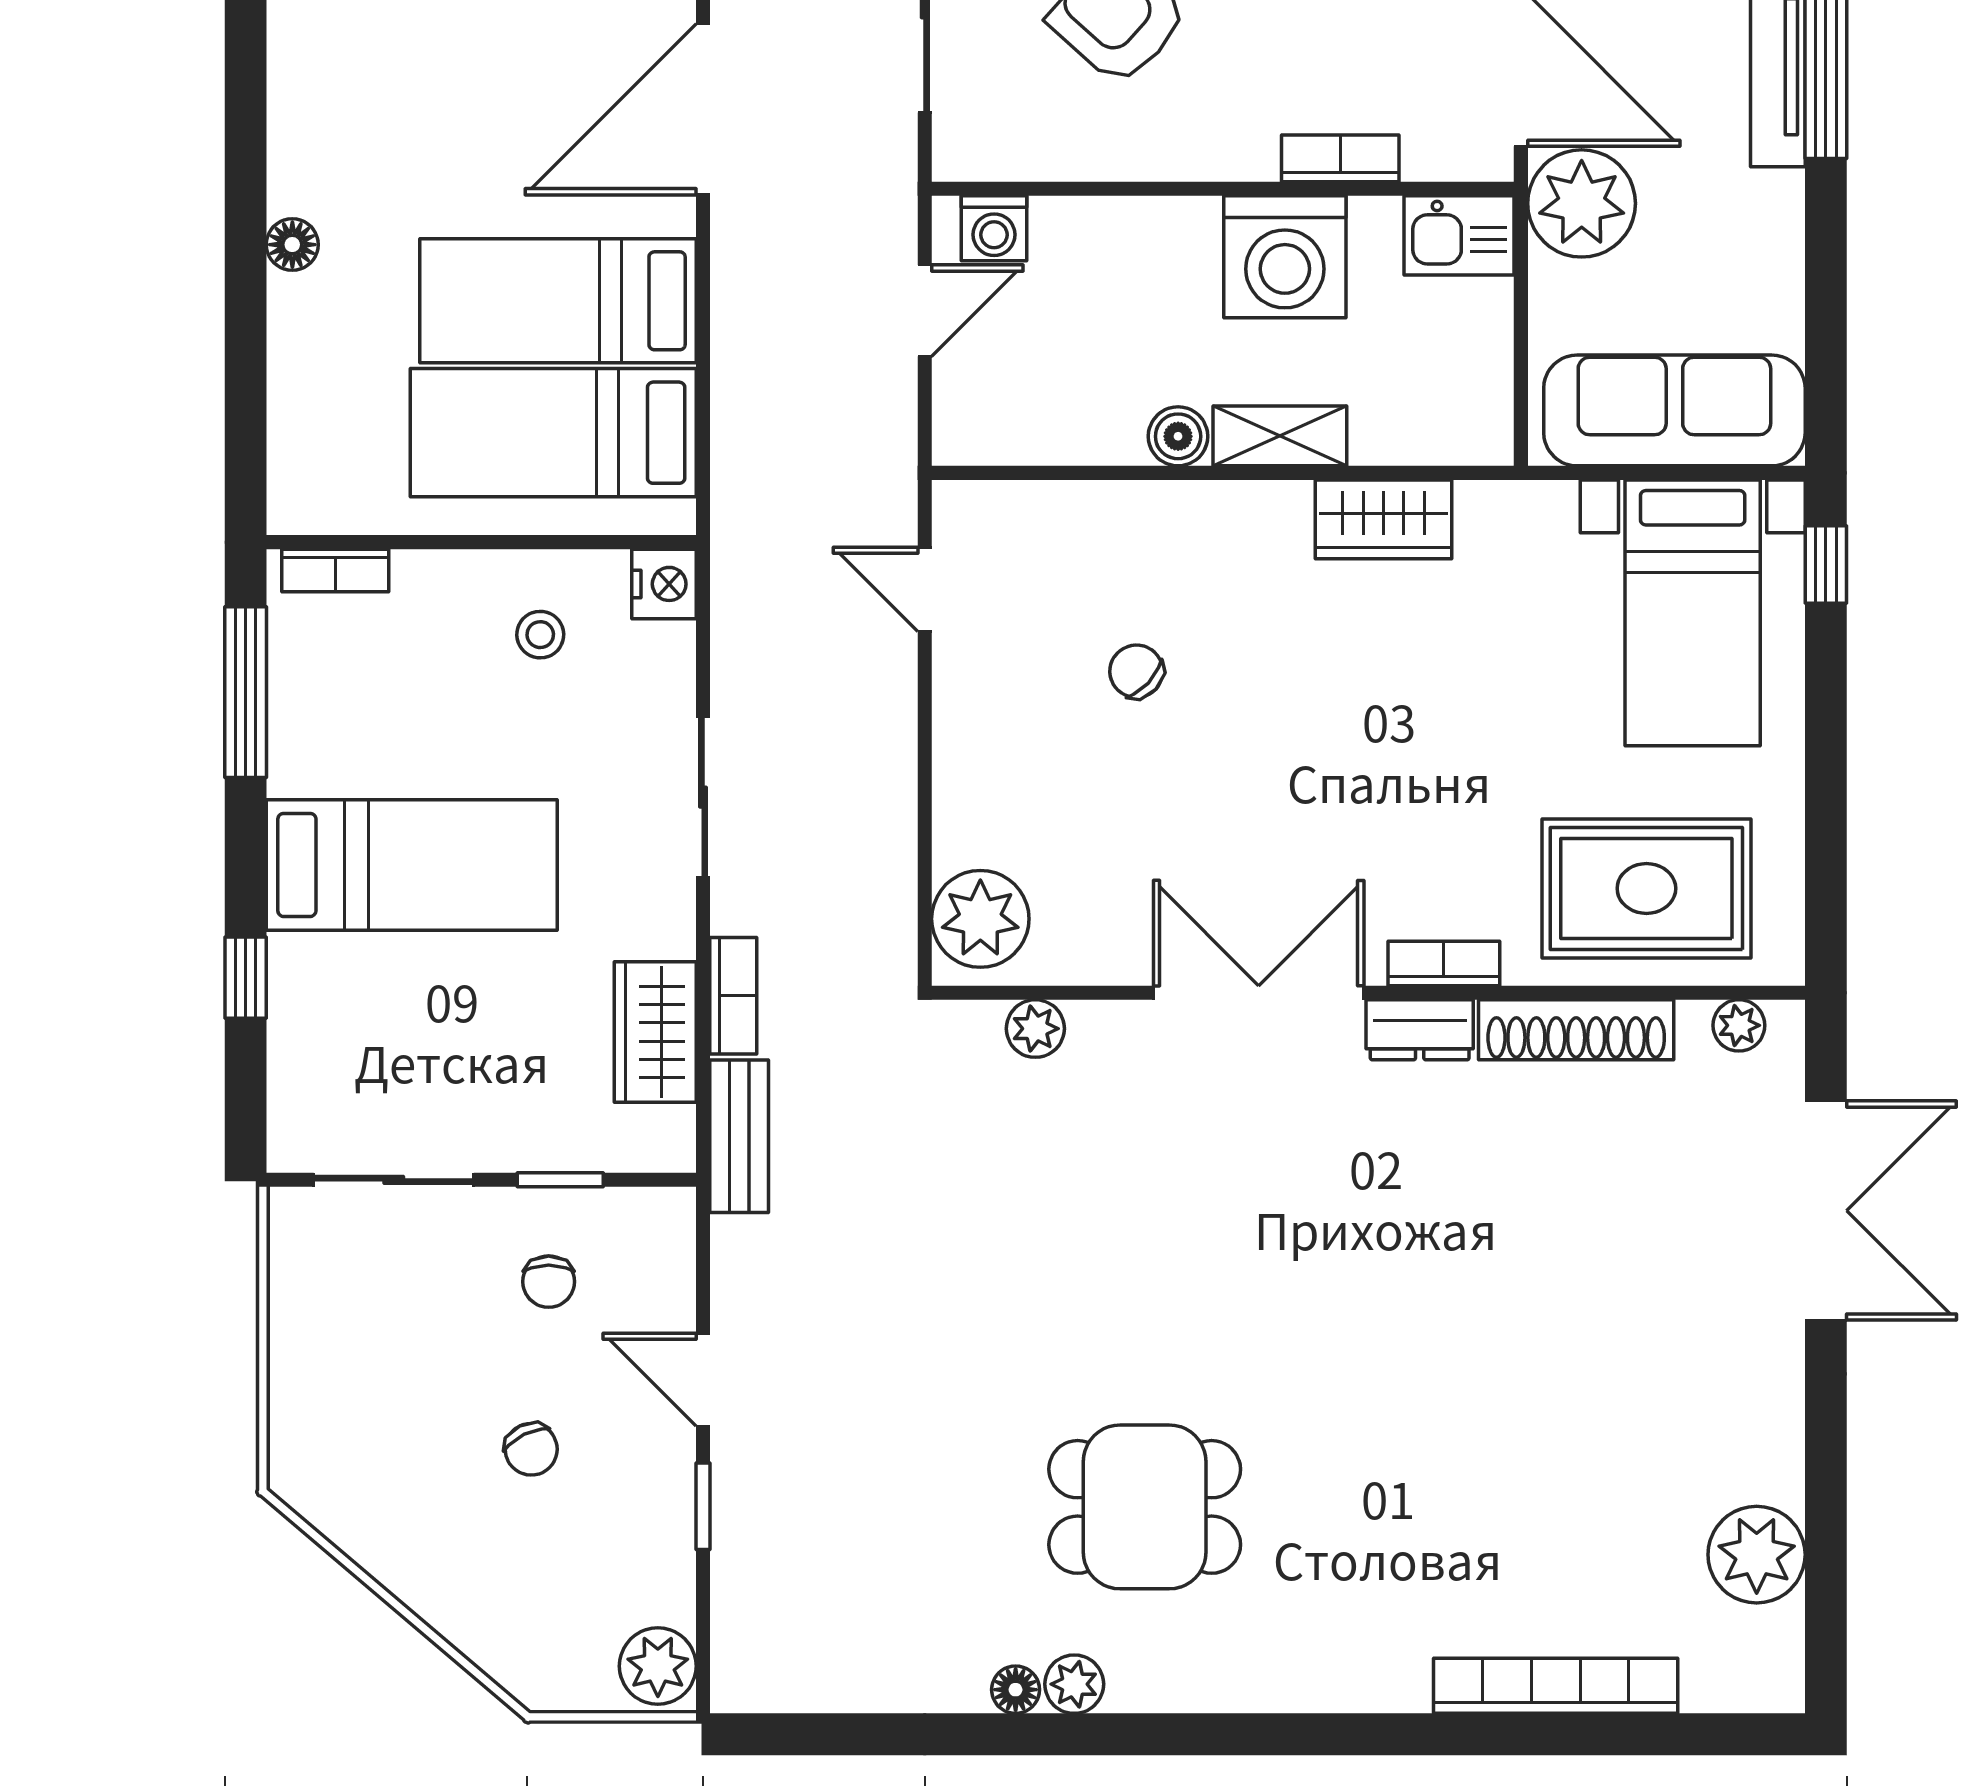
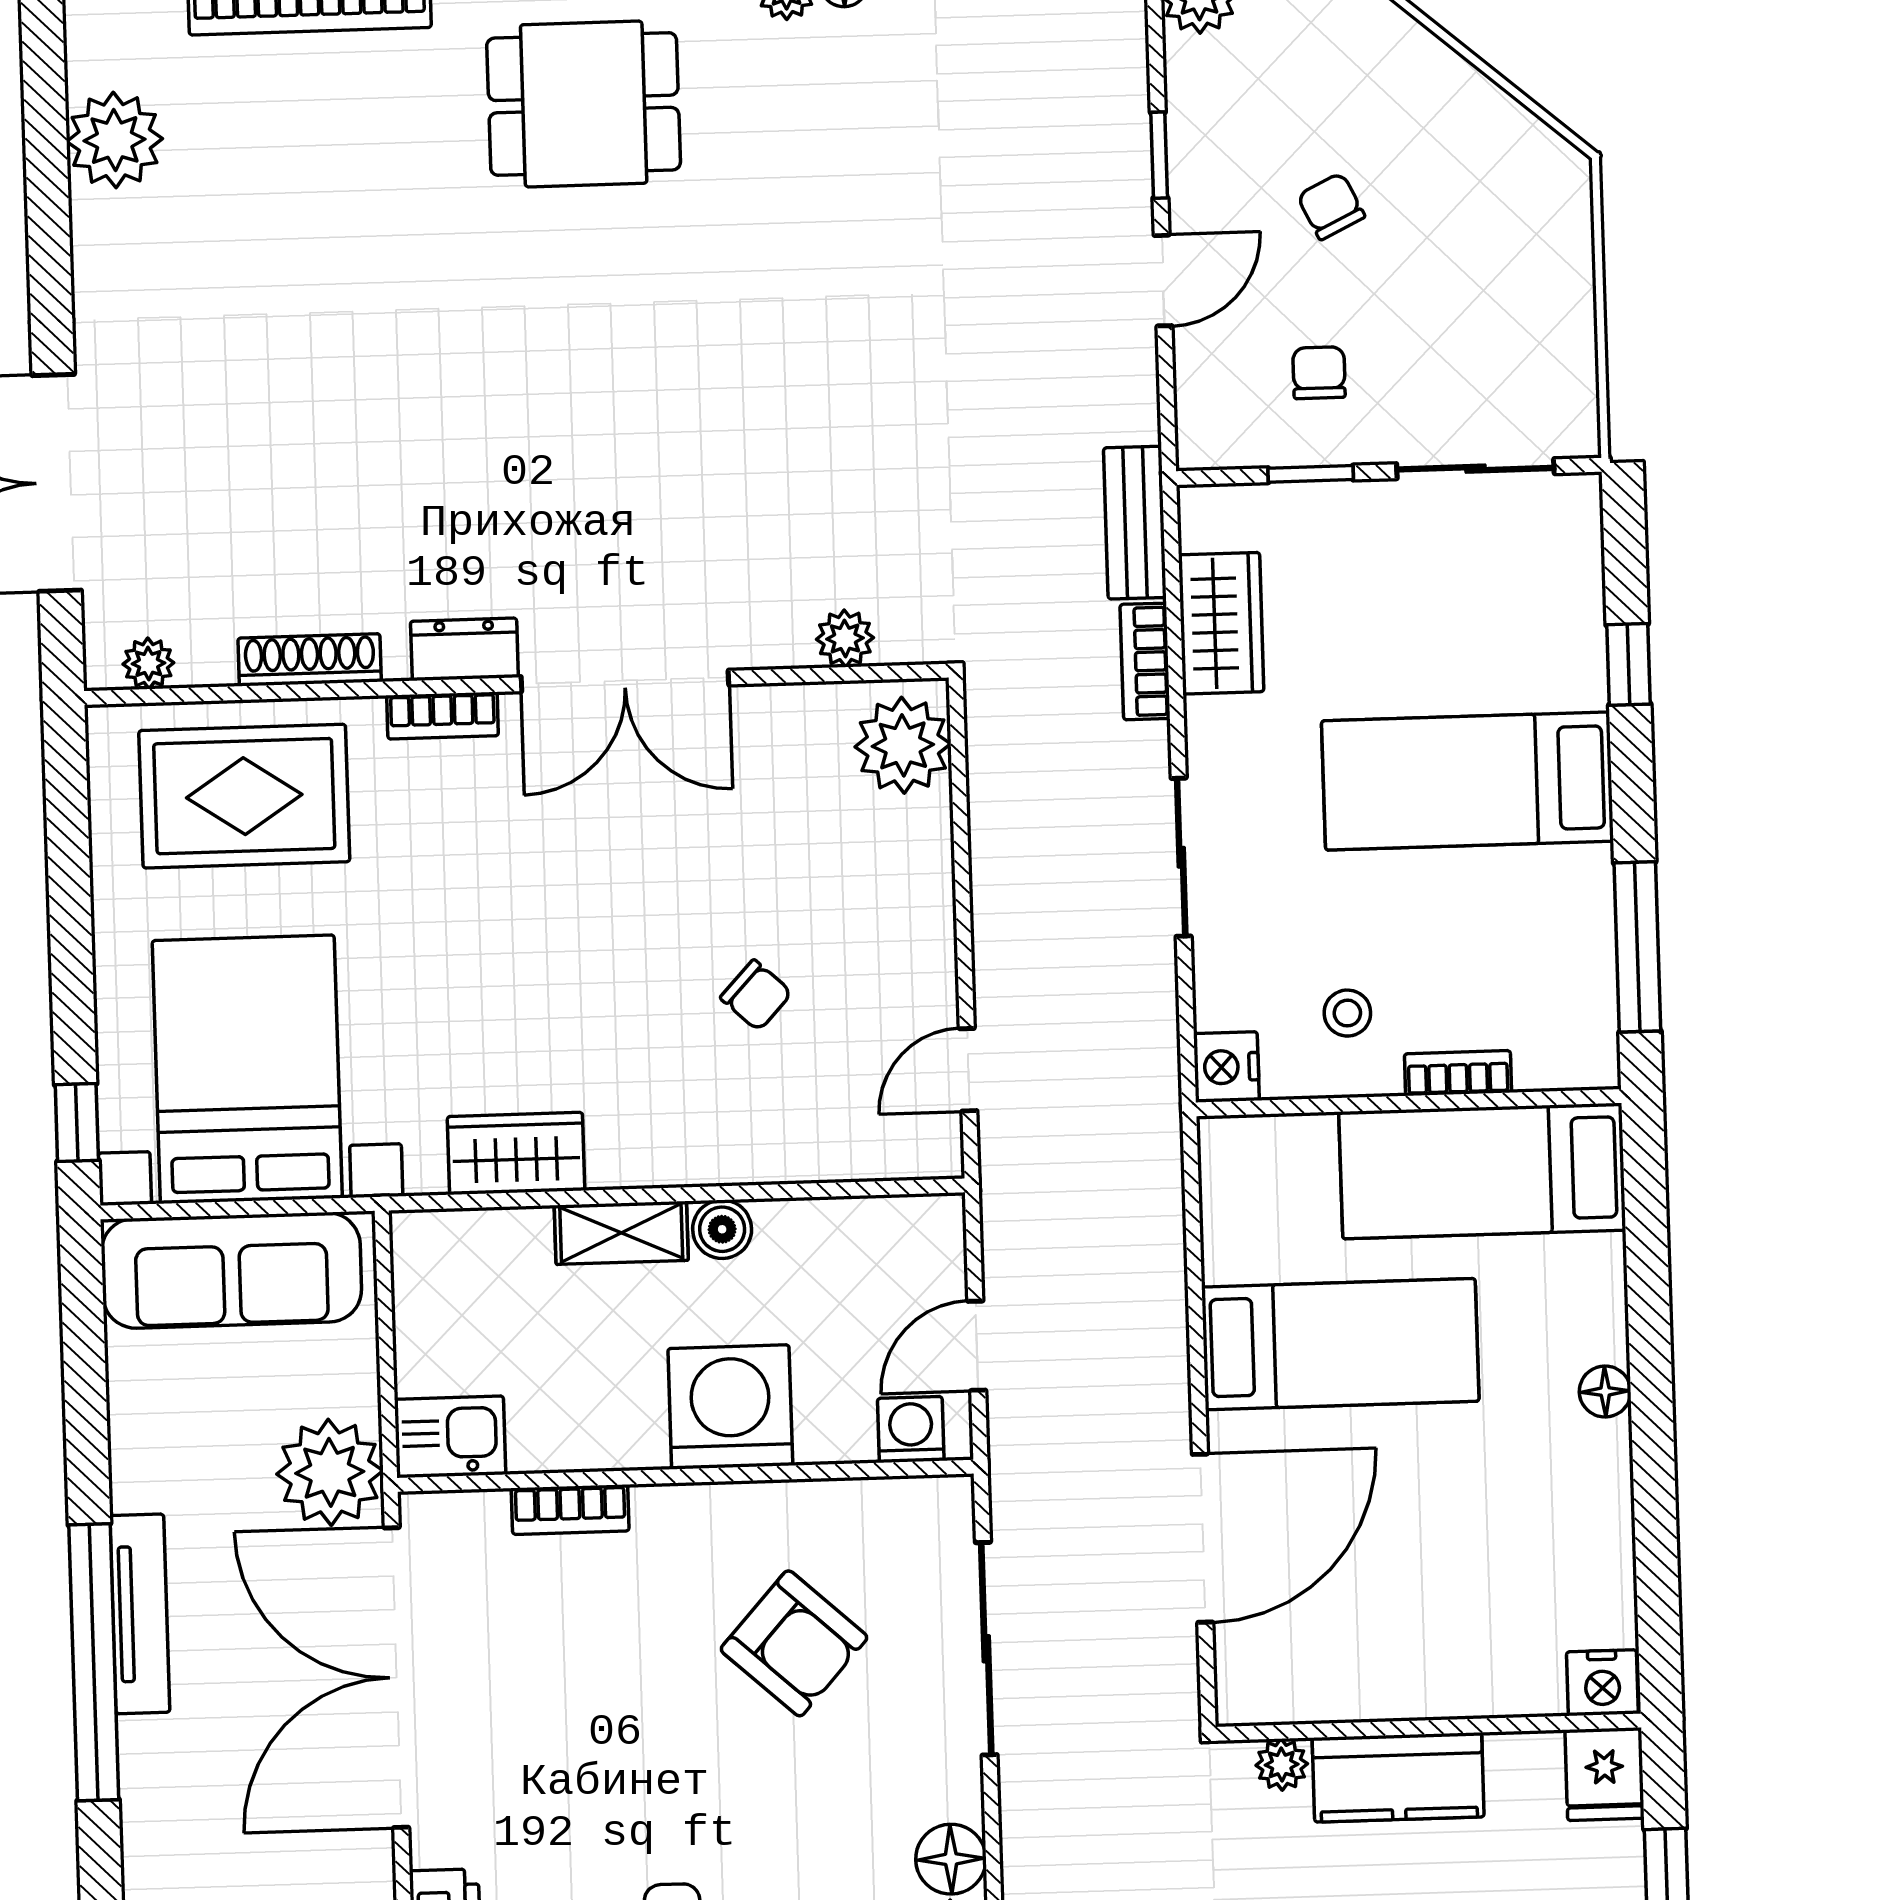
washing machine: (1285, 257) -> (730, 1407), moved
bed: (553, 433) -> (1482, 1171), moved, turned 180
bookcase: (335, 570) -> (1458, 1073), moved
door: (925, 589) -> (968, 1070), swing flipped
bed with nightstands: (1693, 613) -> (247, 1069), width x1.36
shoe rack: (1576, 1030) -> (310, 660), width x0.74, depth x0.81
door: (703, 1380) -> (1163, 281), hinge flipped
dining table: (1145, 1507) -> (584, 104), moved

